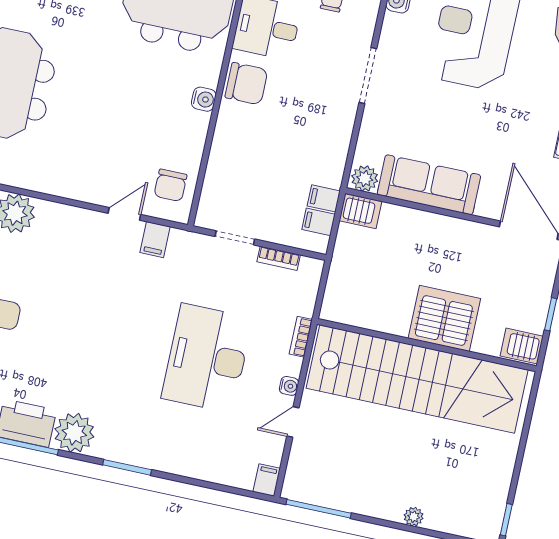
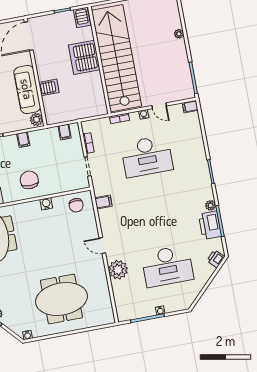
chair: (246, 84) -> (29, 180), moved
water cooler: (204, 99) -> (46, 204), moved
chair: (170, 185) -> (76, 205), turned 90
filing cabinet: (324, 198) -> (23, 140), moved
server rack: (361, 211) -> (49, 87), moved, turned 90
door: (124, 214) -> (102, 245), moved
plant: (74, 433) -> (211, 205), width x0.53, depth x0.53

